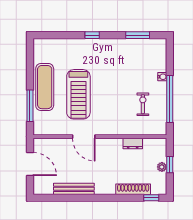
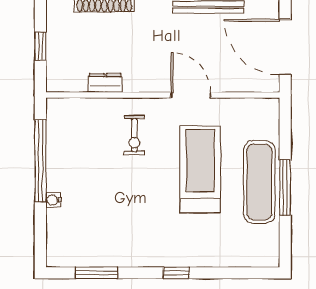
exercise bike: (143, 104) -> (134, 135), moved
window: (30, 106) -> (285, 187), moved
door: (30, 164) -> (285, 47), width x1.36
plant: (162, 167) -> (54, 42), removed

